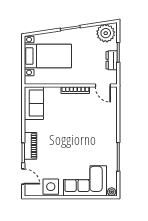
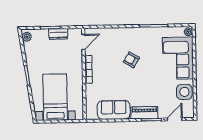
plant: (106, 33) -> (27, 37), width x0.53, depth x0.53
sofa: (34, 103) -> (114, 110), moved
armchair: (84, 134) -> (131, 60), added

